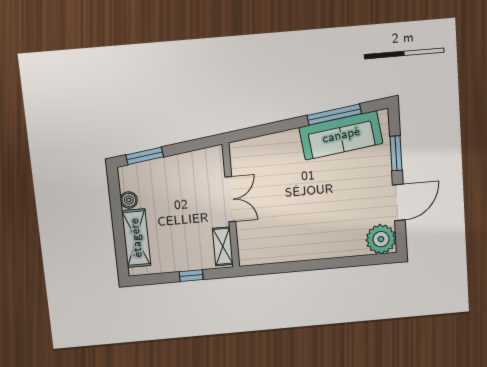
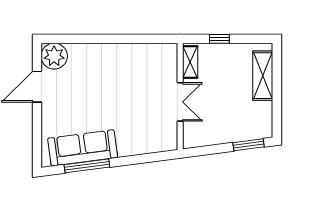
window: (396, 153) -> (37, 129), removed
double door: (230, 199) -> (180, 102), swing flipped
boiler: (129, 200) -> (266, 109), removed

